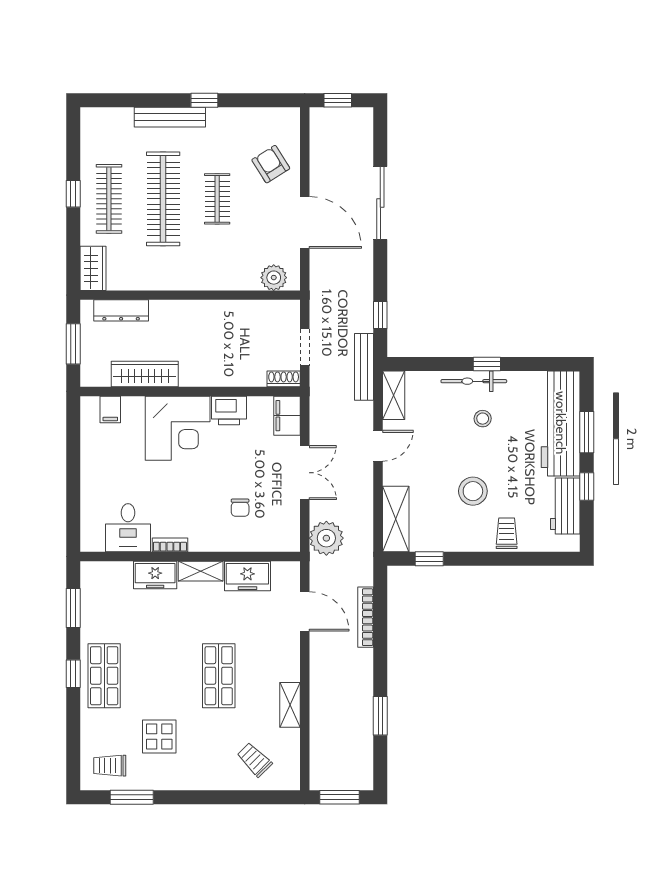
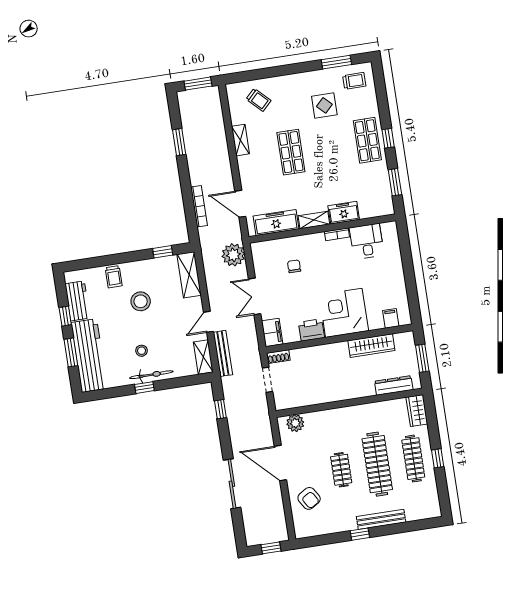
bench: (364, 367) -> (223, 353), moved
freezer: (247, 576) -> (276, 222), width x1.40

